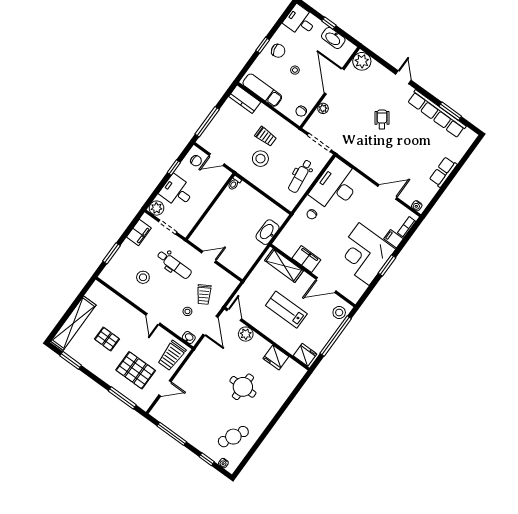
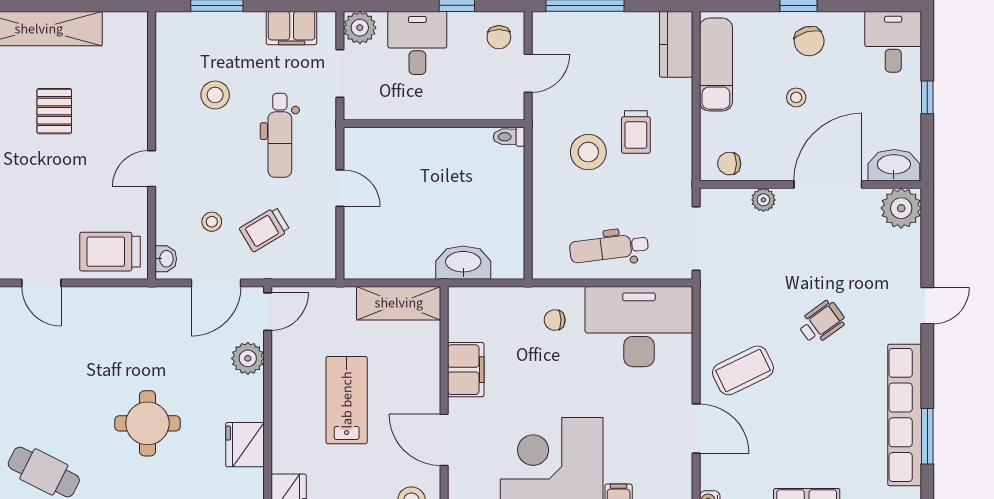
washbasin: (333, 38) -> (894, 165), moved, turned 90
door: (217, 160) -> (528, 73), swing flipped
coffee table: (379, 160) -> (743, 370), added
shelving: (284, 266) -> (399, 303), moved, turned 90
pallet: (136, 370) -> (35, 205), removed

